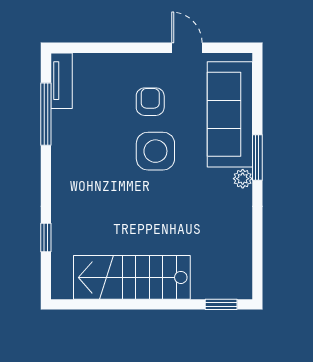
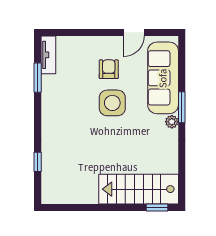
door: (187, 48) -> (134, 32), swing flipped
window: (46, 114) -> (38, 78), width x0.69
stairs: (132, 277) -> (139, 189), moved

